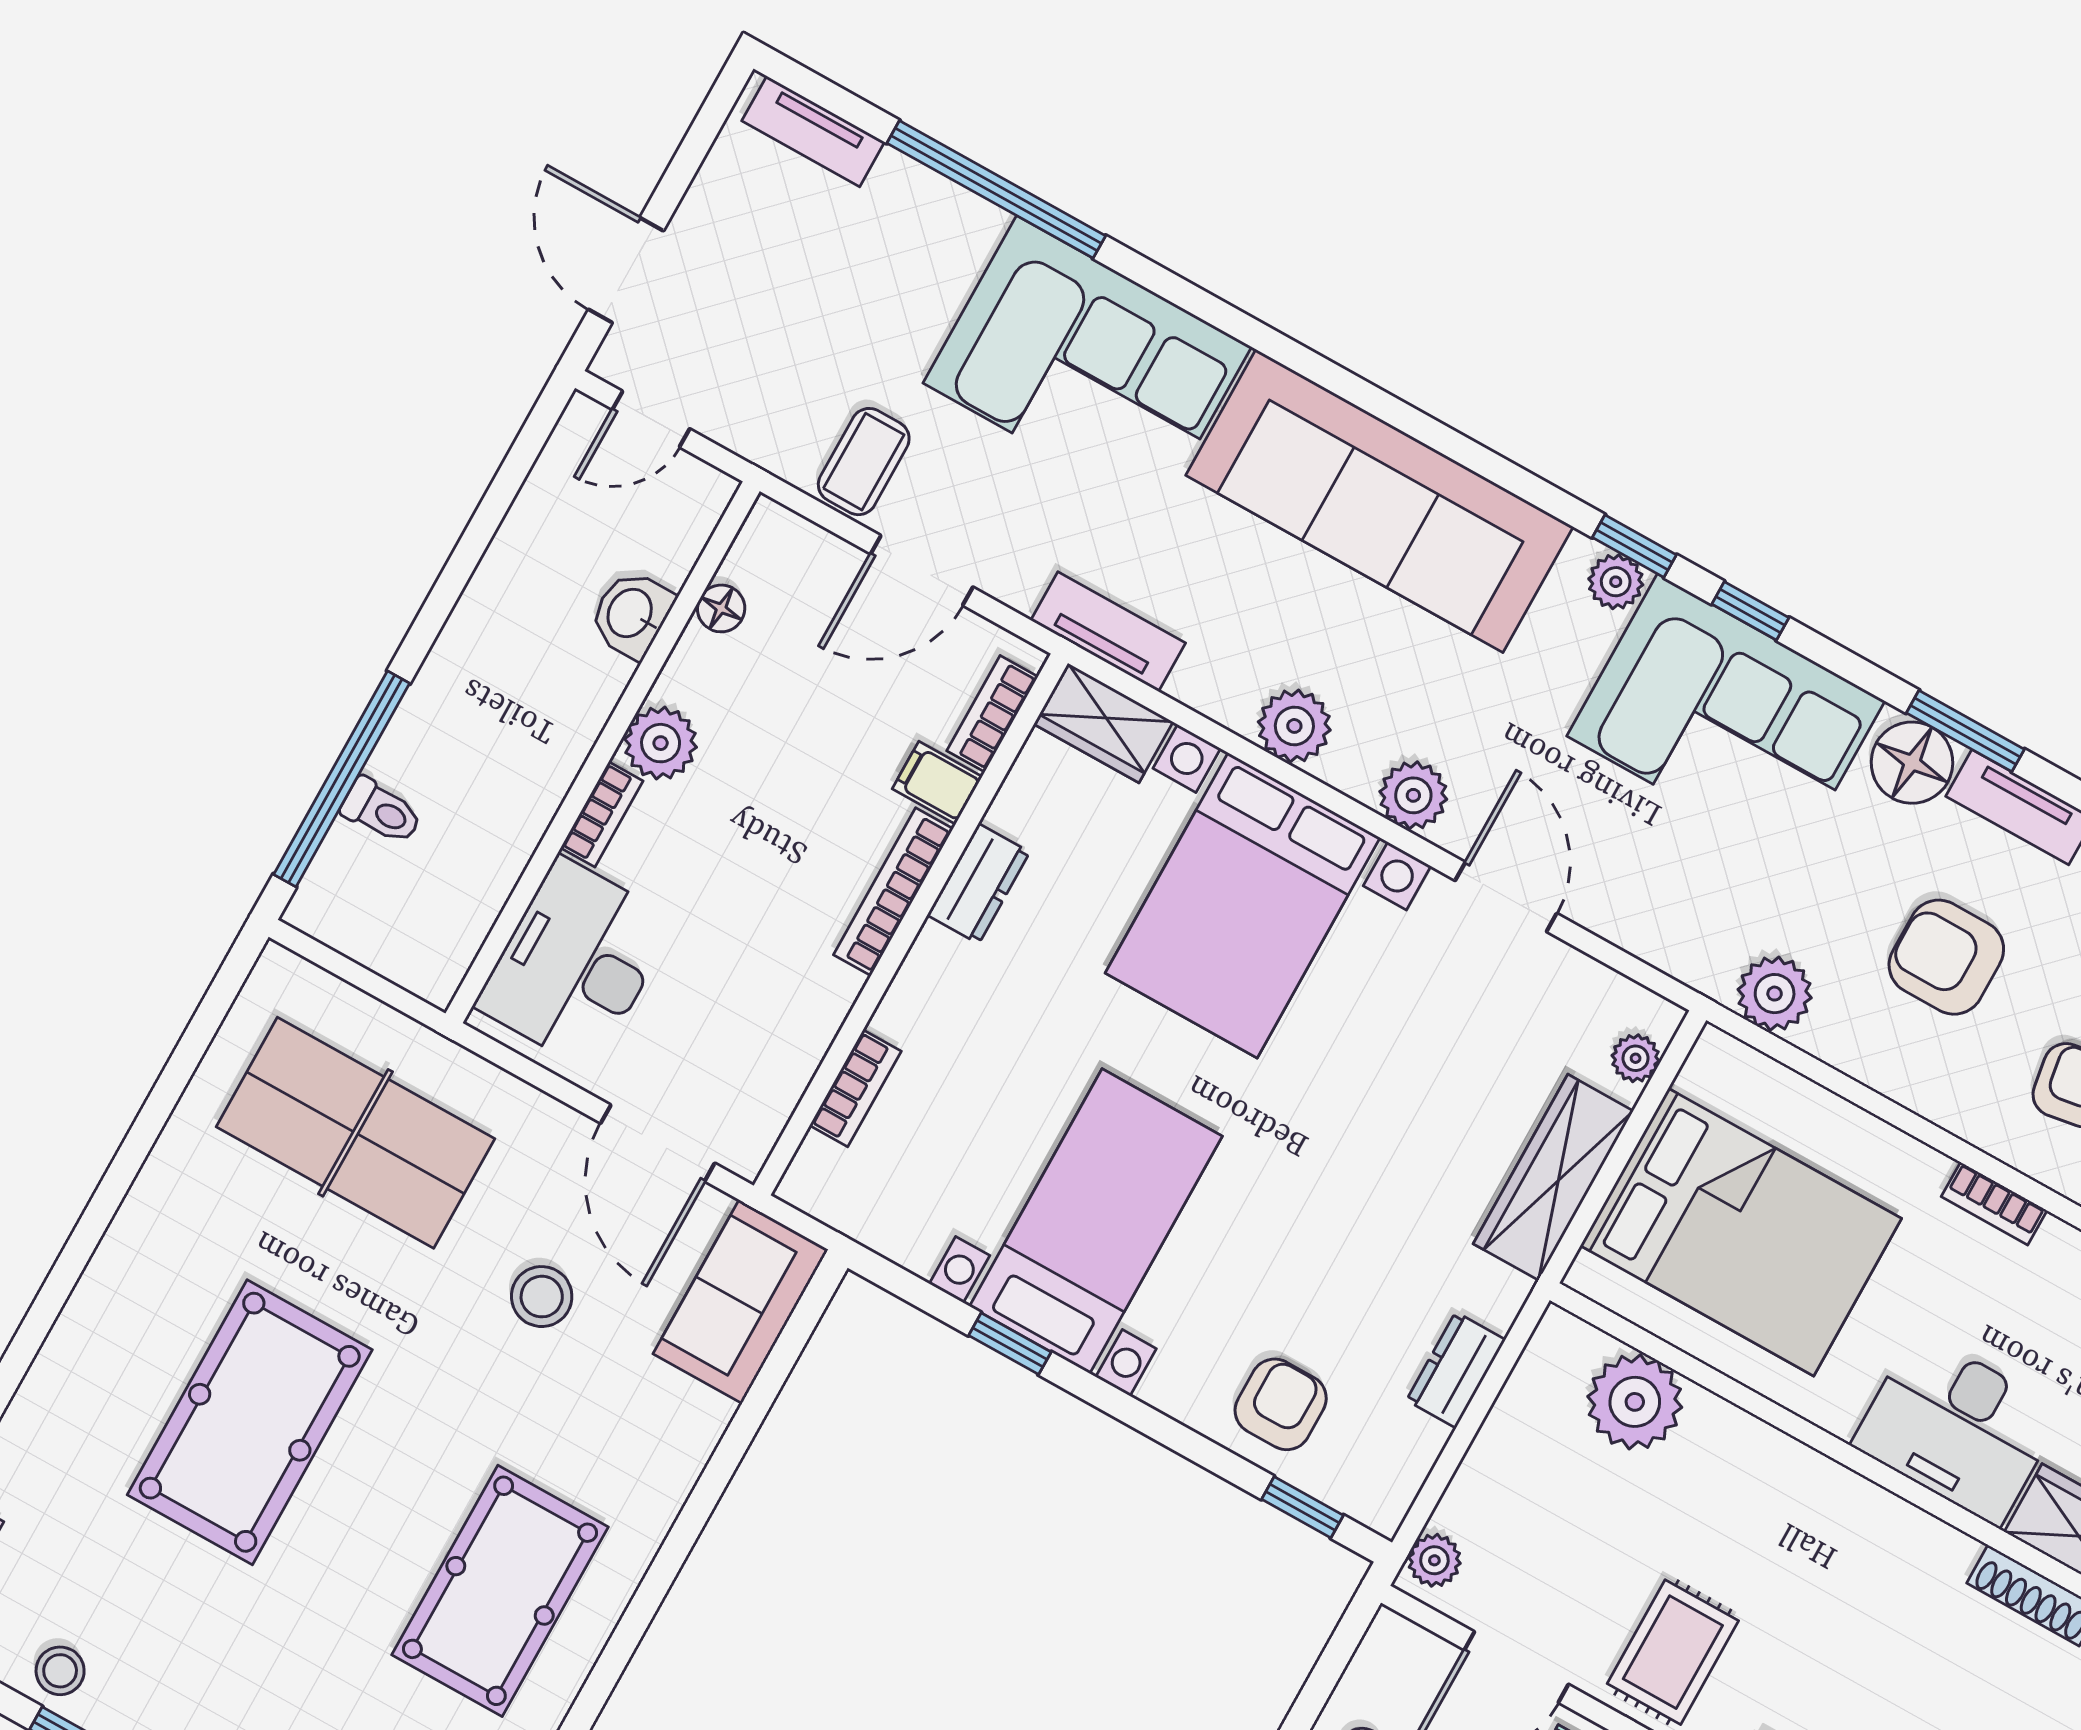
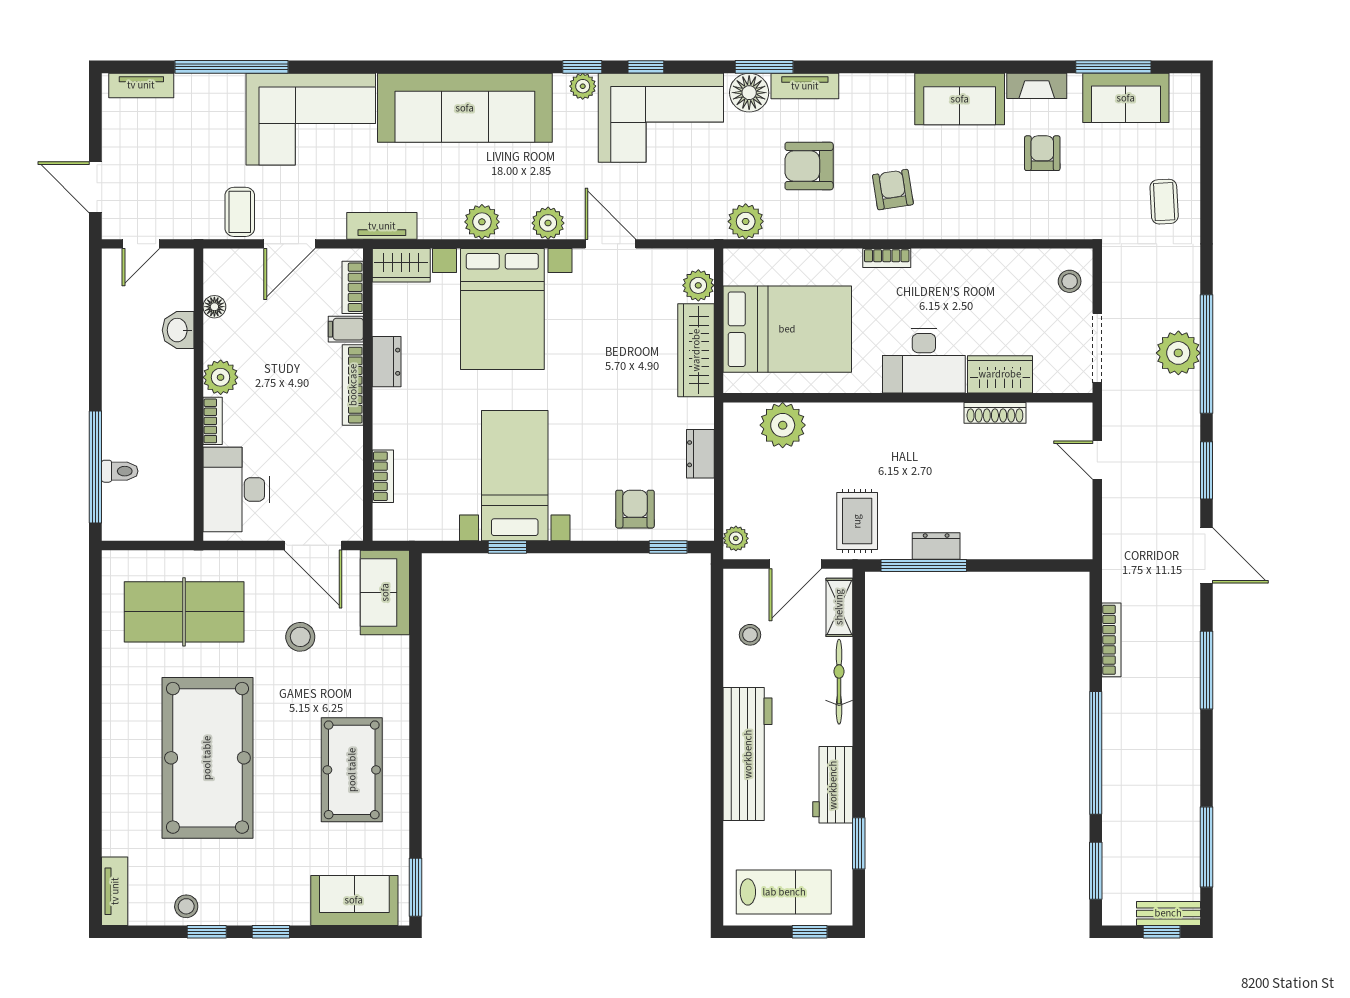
plant: (1636, 1058) -> (698, 285), width x1.38, depth x1.38
pool table: (250, 1422) -> (207, 758), width x1.36, depth x1.32

